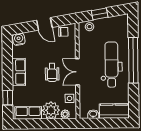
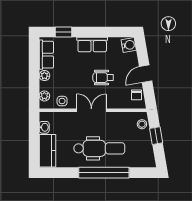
wheelchair: (52, 72) -> (103, 78), moved
plant: (51, 110) -> (44, 76), width x0.53, depth x0.53

